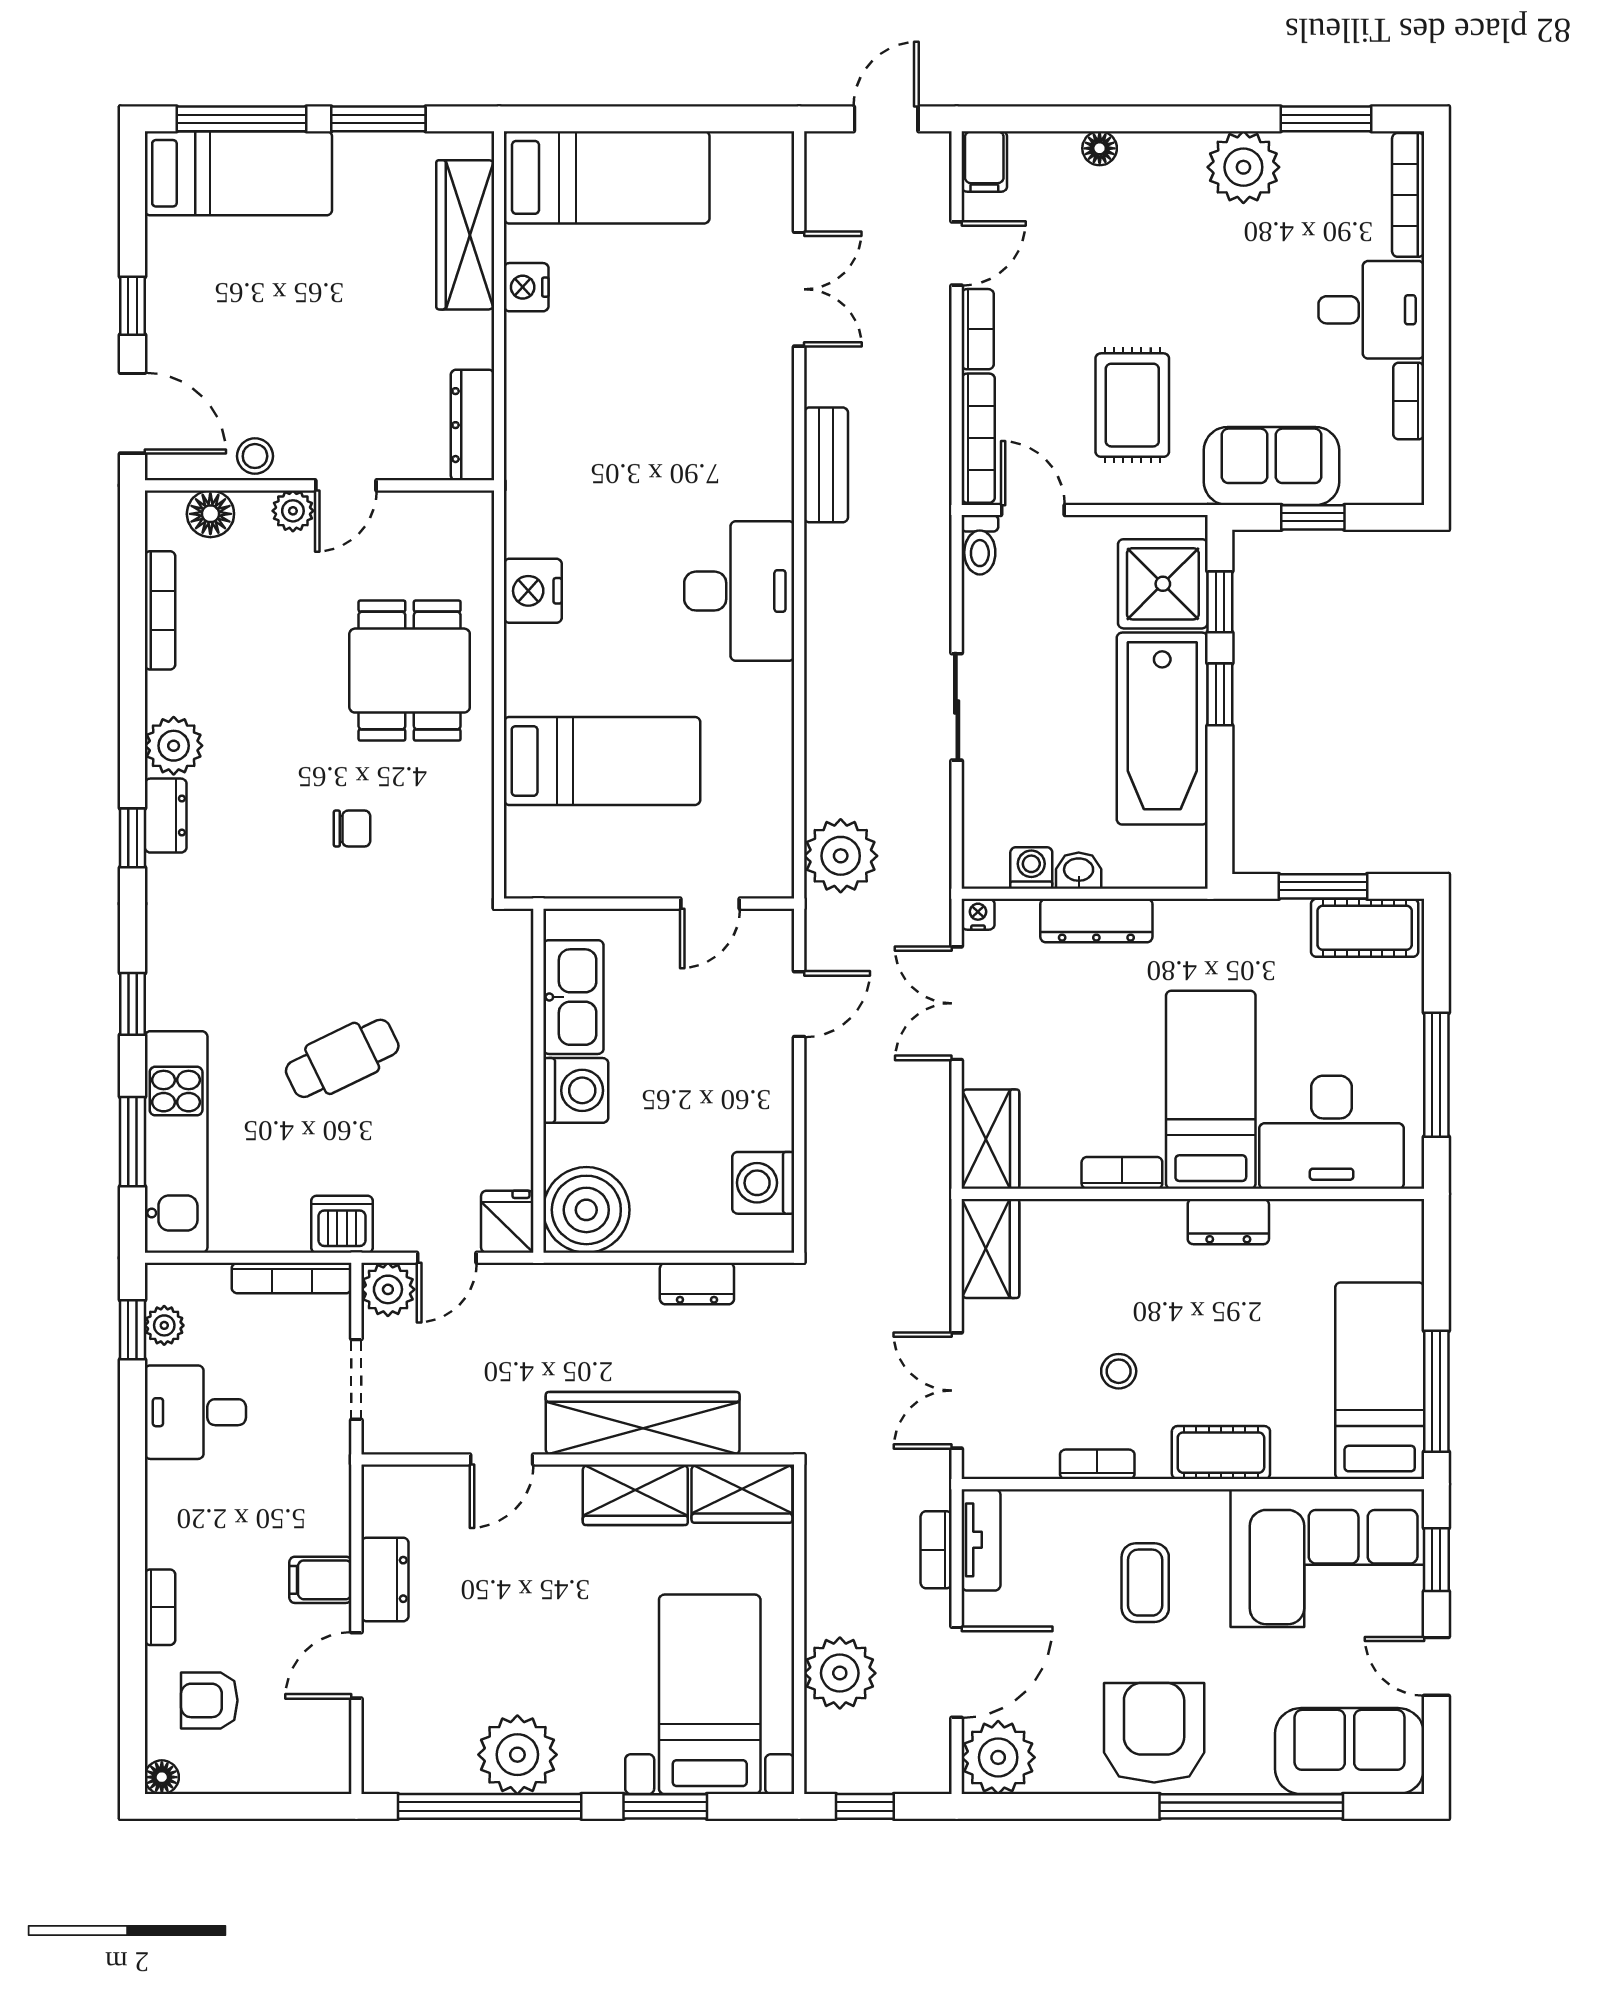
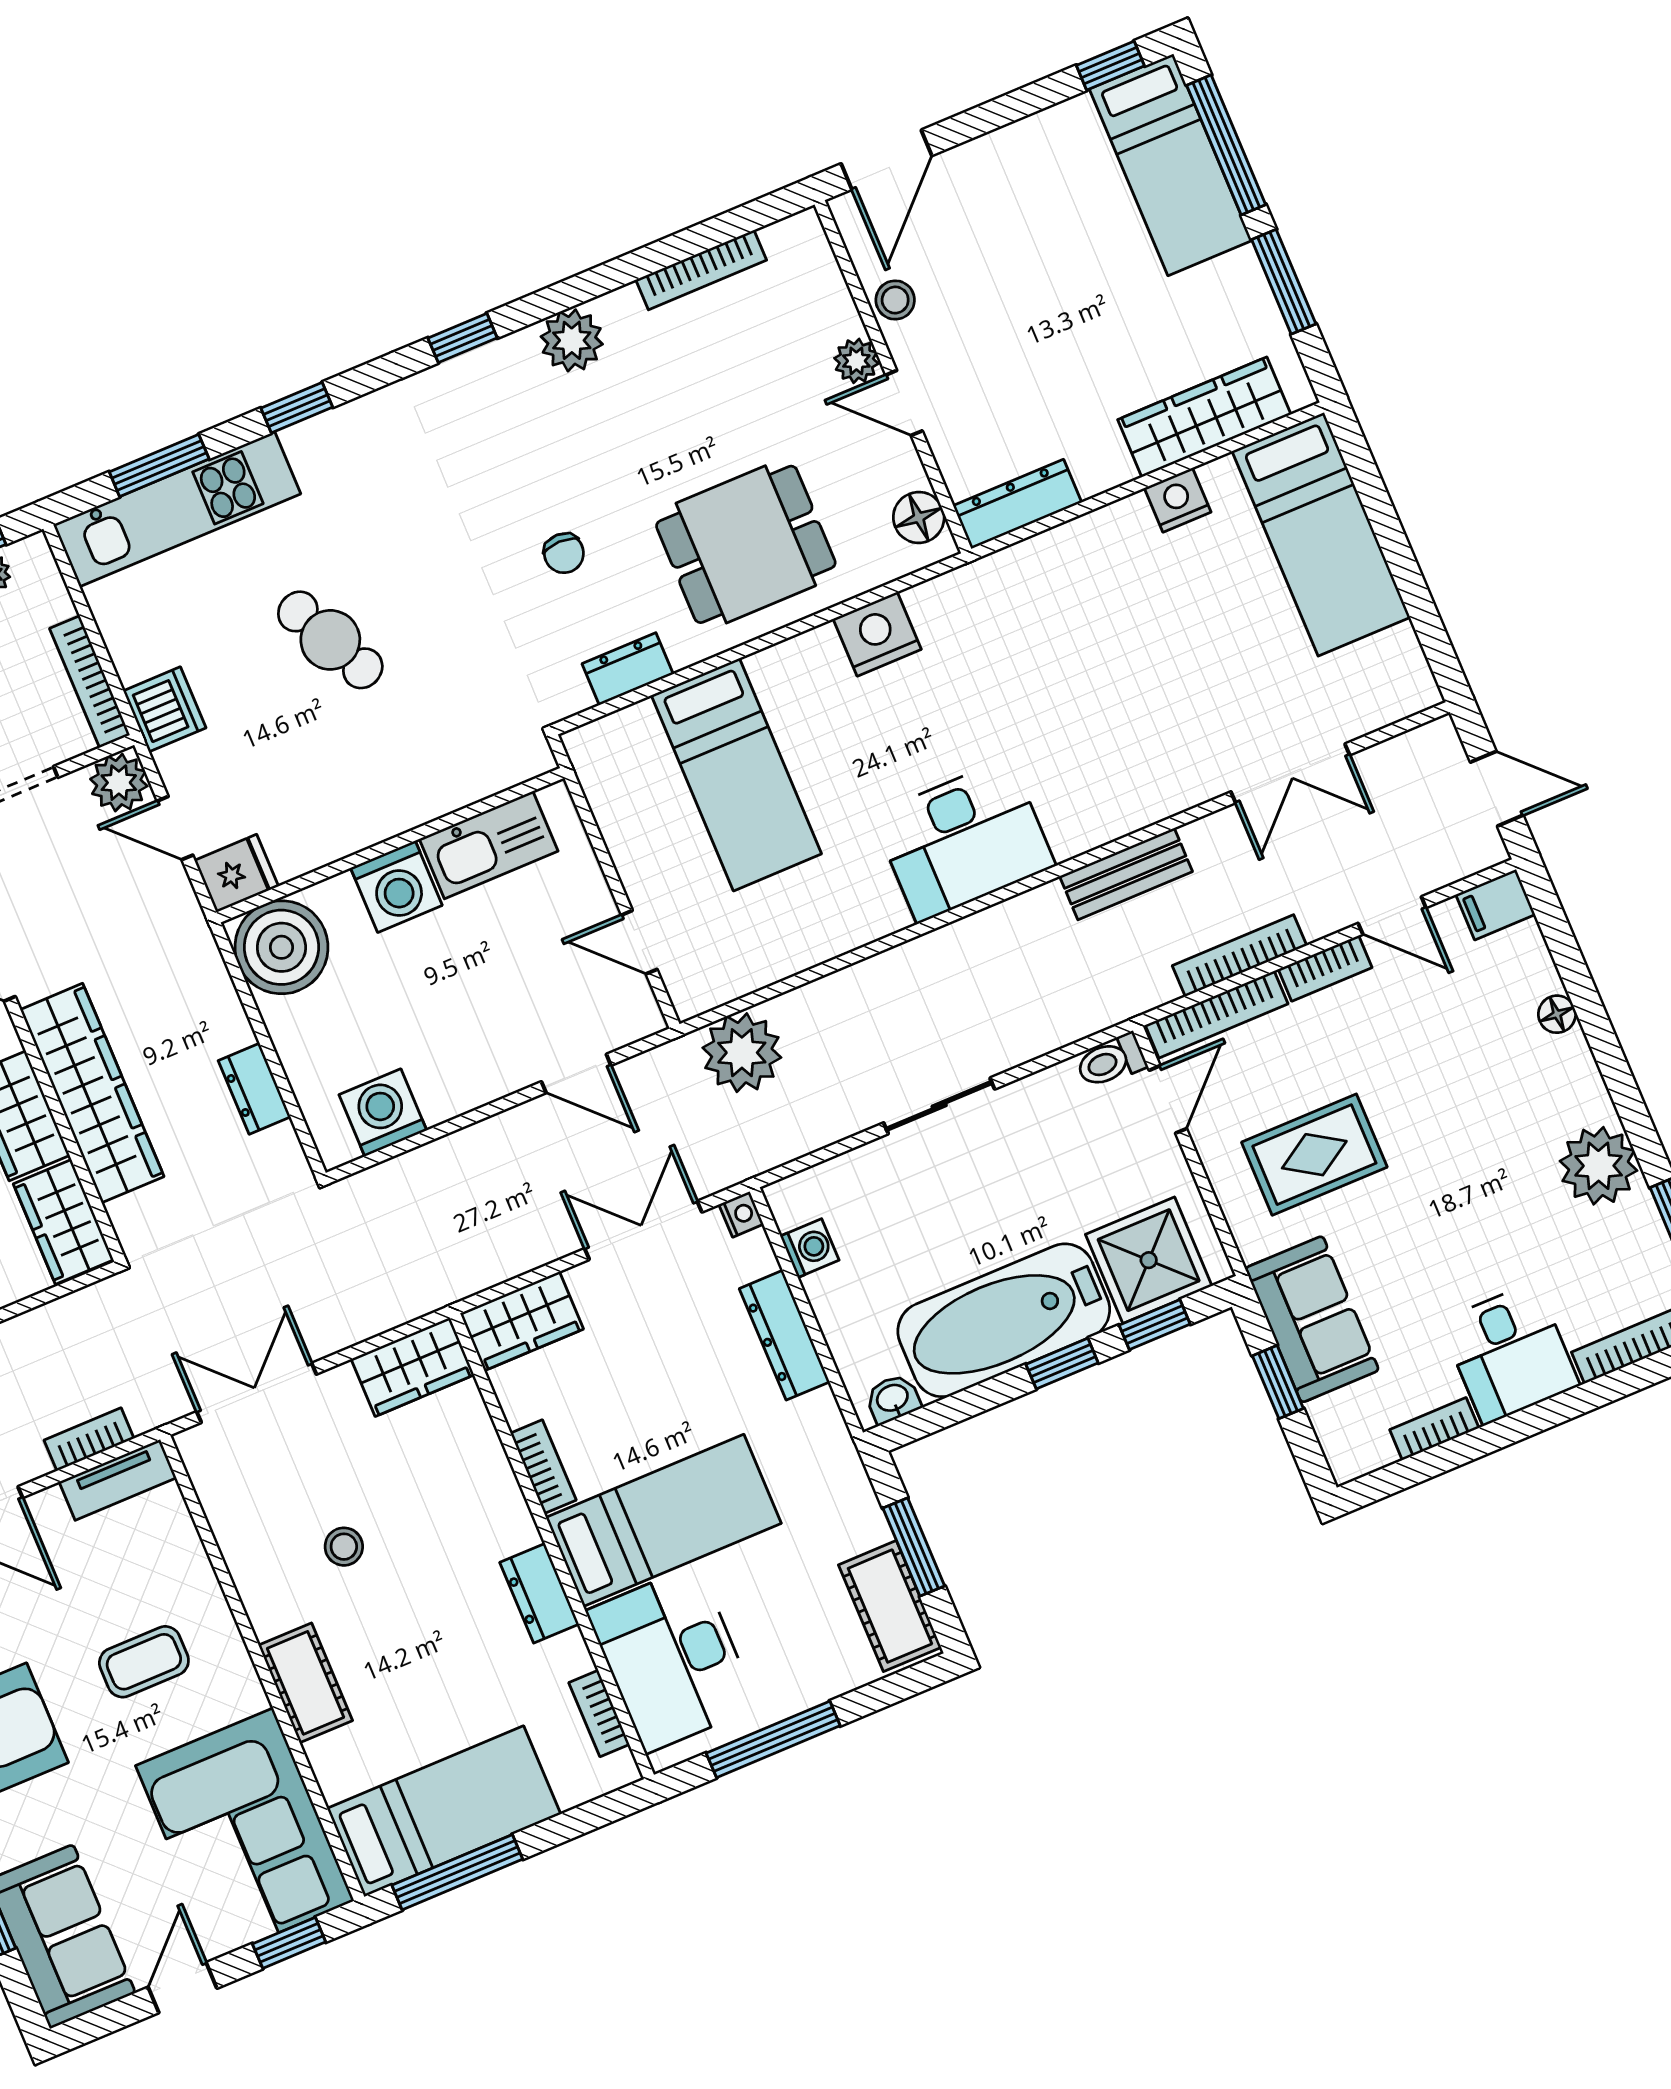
window: (132, 306) -> (1110, 66), moved
bookcase: (936, 398) -> (1239, 956), added
floor lamp: (210, 514) -> (919, 517), moved
dresser: (166, 816) -> (628, 669), moved, turned 180
washbasin: (1079, 871) -> (893, 1399), moved, turned -90
bookcase: (1097, 1464) -> (599, 1713), moved, turned 180

